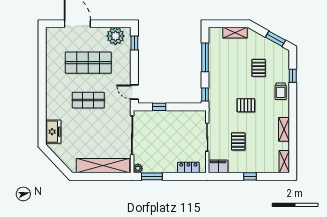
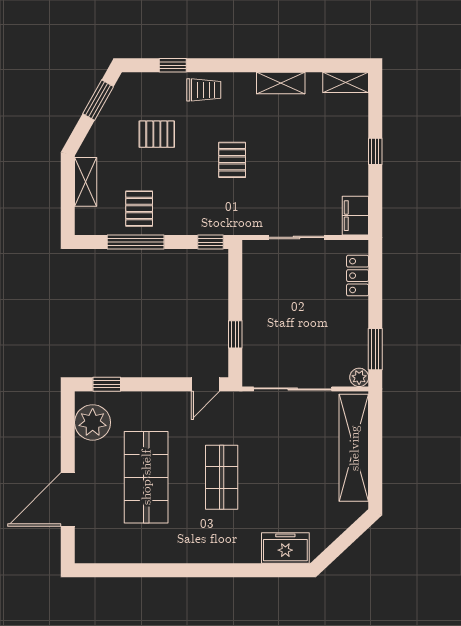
pallet: (238, 141) -> (139, 209), moved, turned 90

